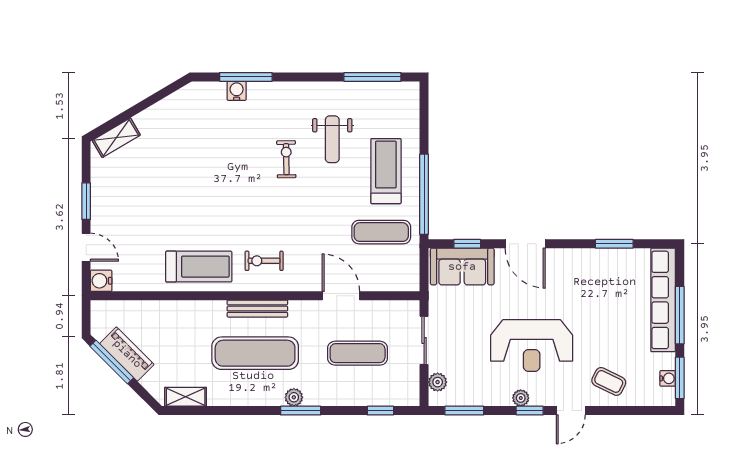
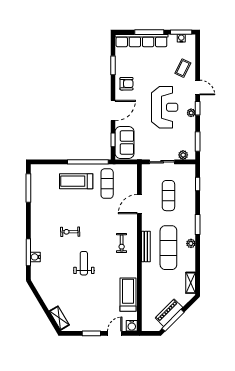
weight bench: (332, 139) -> (84, 263), moved, turned -90
treadmill: (199, 267) -> (128, 295), moved
armchair: (578, 270) -> (127, 84), added
plant: (294, 397) -> (191, 243), moved

